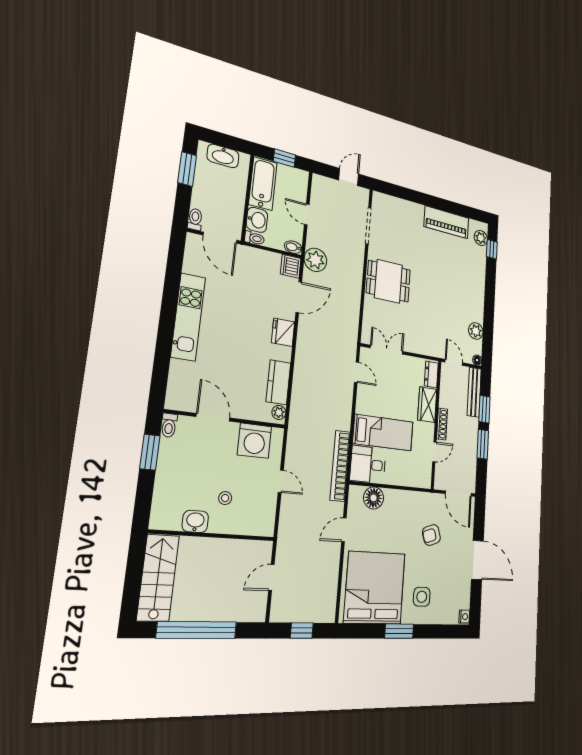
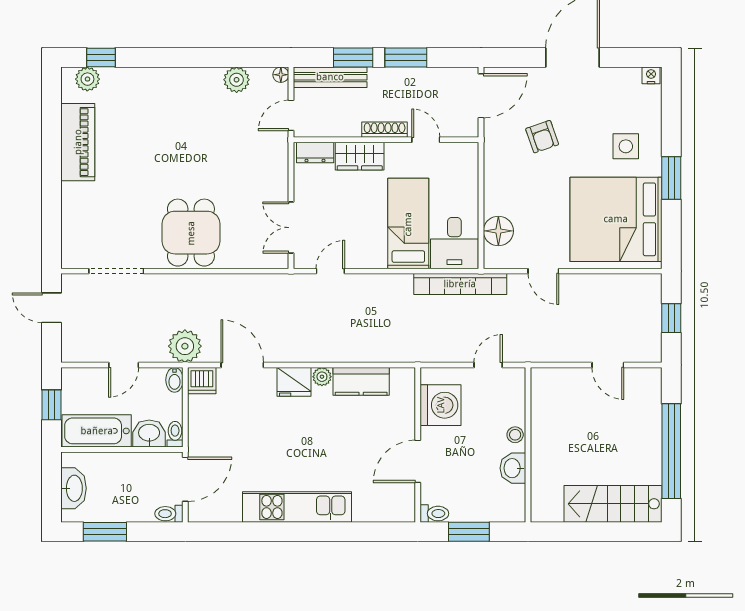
plant: (279, 412) -> (322, 377), moved
washbasin: (195, 521) -> (513, 468), moved
wall: (213, 535) -> (528, 445), moved

